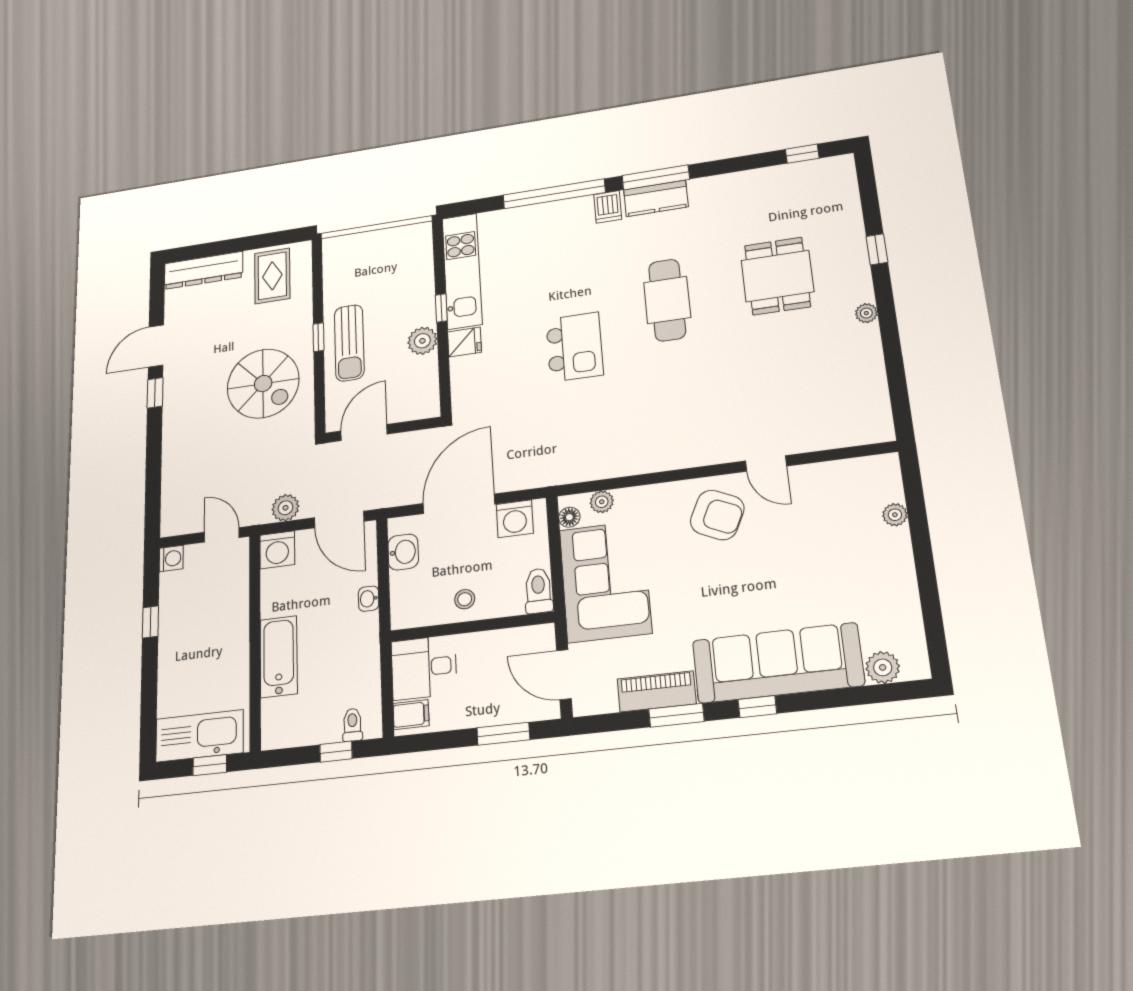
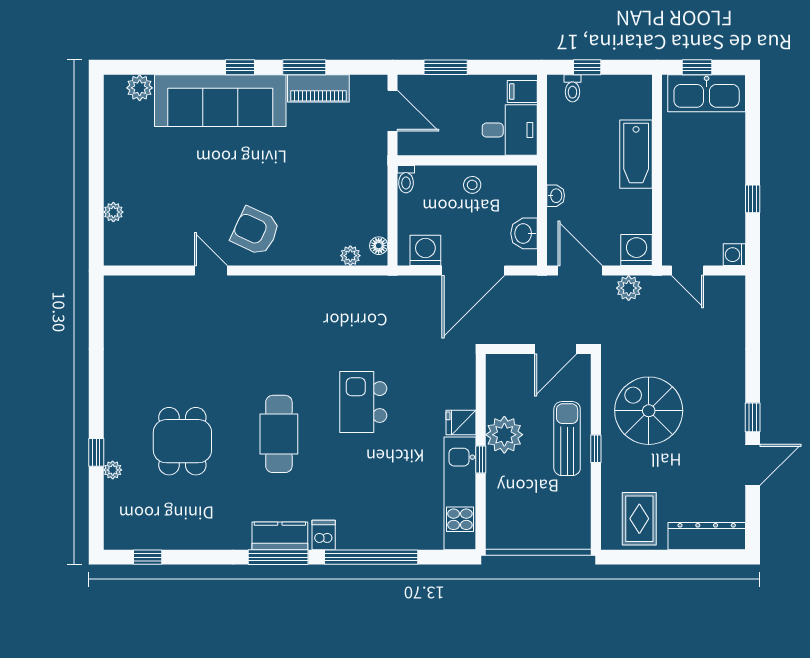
plant: (866, 313) -> (113, 470), moved
plant: (422, 341) -> (504, 435), width x1.36, depth x1.36
corner sofa: (605, 581) -> (353, 186), removed
toilet: (538, 591) -> (406, 179), width x0.73, depth x0.72

